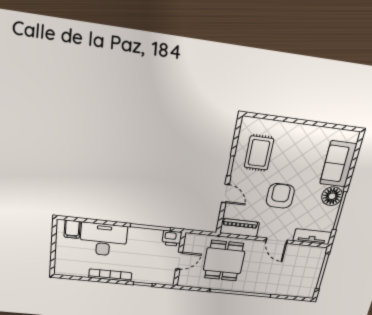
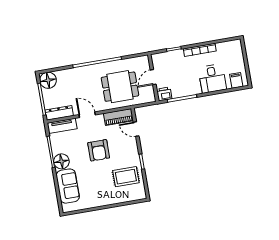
rug: (259, 153) -> (126, 177), turned 90
door: (225, 194) -> (136, 129), moved
desk: (103, 240) -> (212, 79), width x0.73
dresser: (309, 252) -> (59, 113), added
dining table: (224, 261) -> (120, 87), turned 90
floor lamp: (306, 289) -> (48, 80), added

